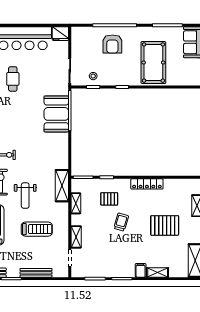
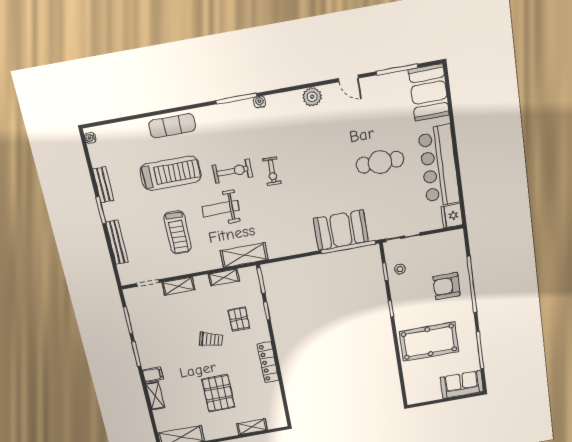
cafe table: (13, 79) -> (380, 162), width x1.37, depth x1.35

